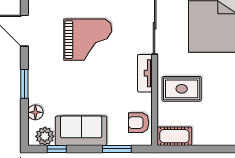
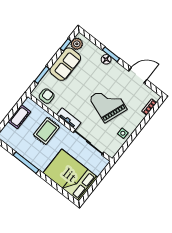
grand piano: (88, 40) -> (108, 104), turned 110
floor lamp: (35, 112) -> (106, 59), moved
cot: (174, 136) -> (19, 117), moved

